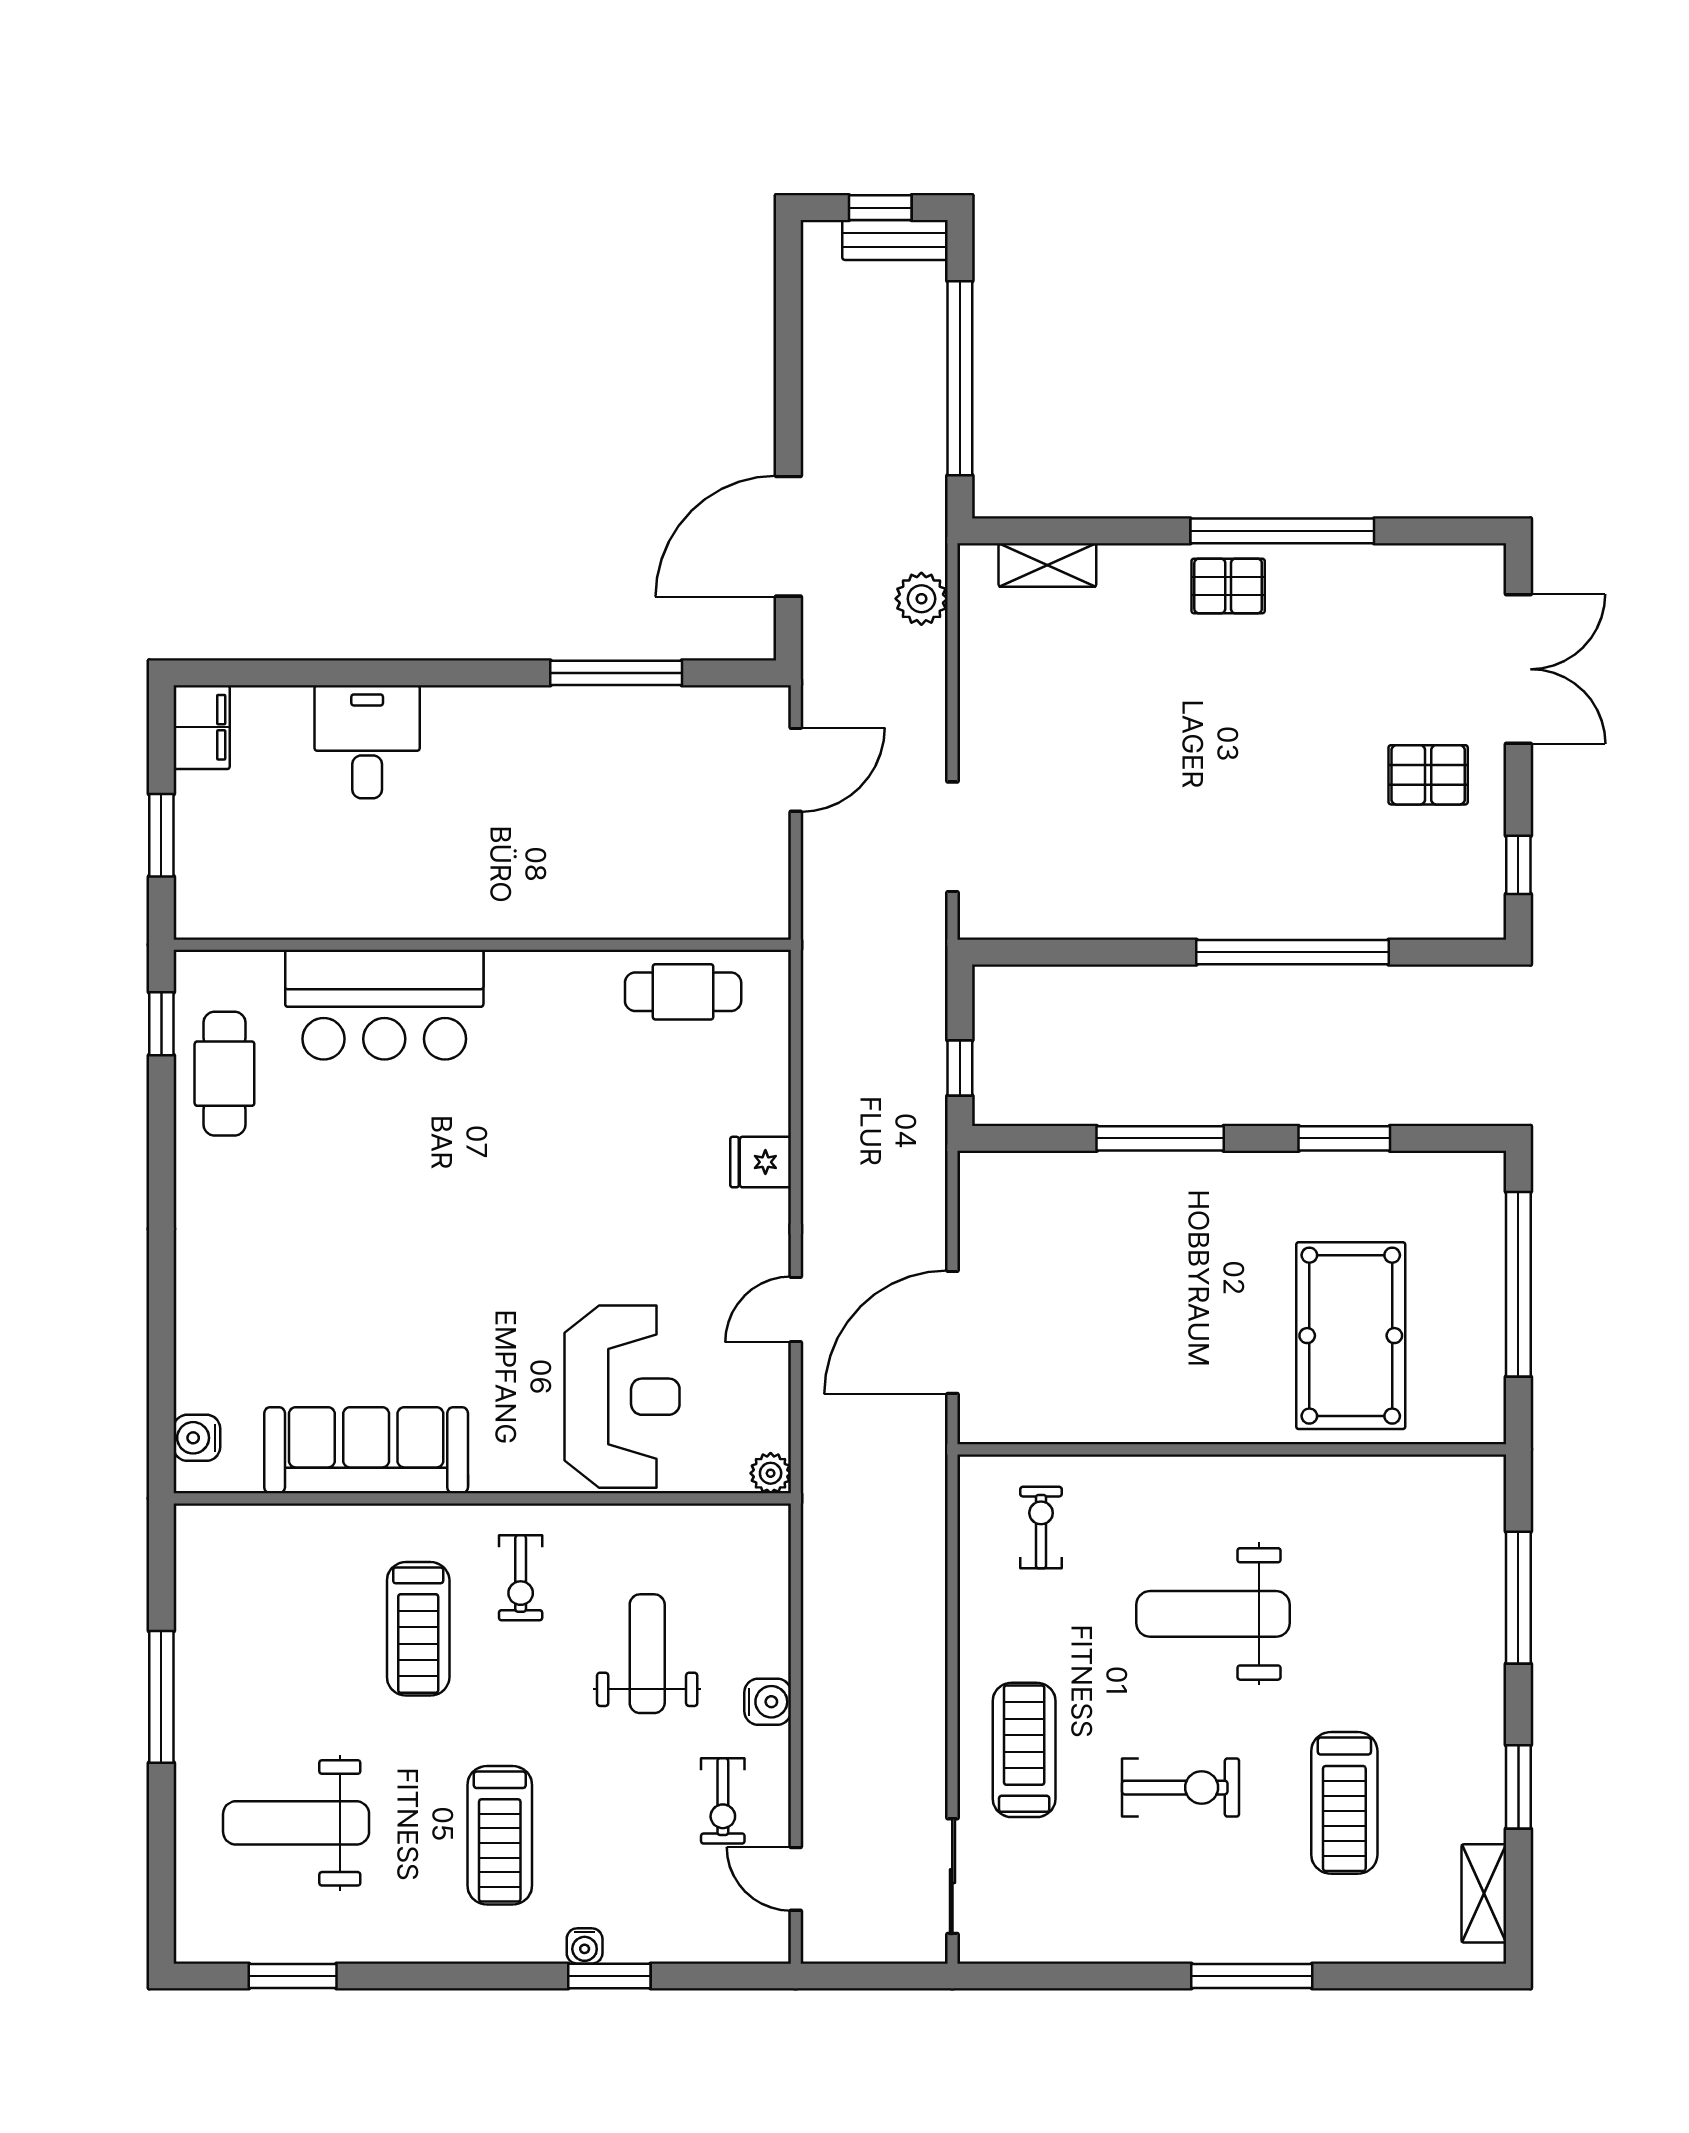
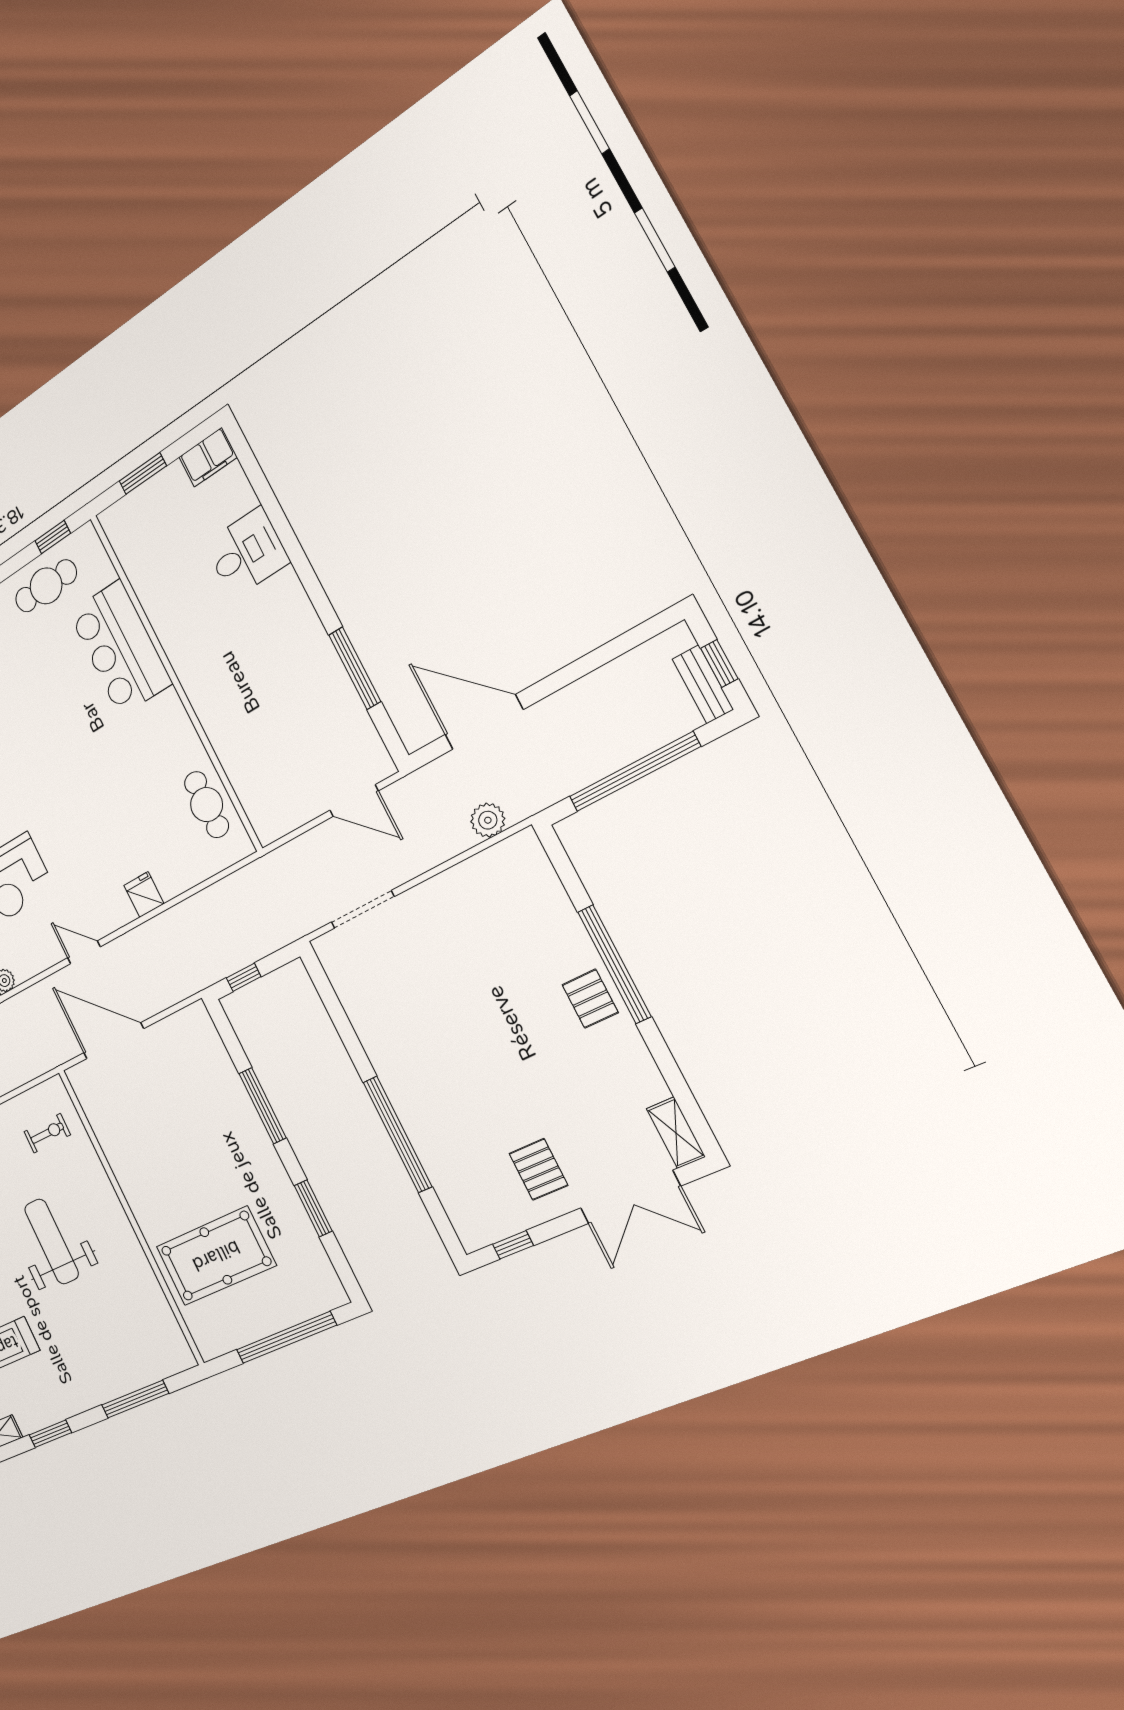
window: (1282, 531) -> (614, 964), moved
shelving: (1047, 565) -> (676, 1133), moved

